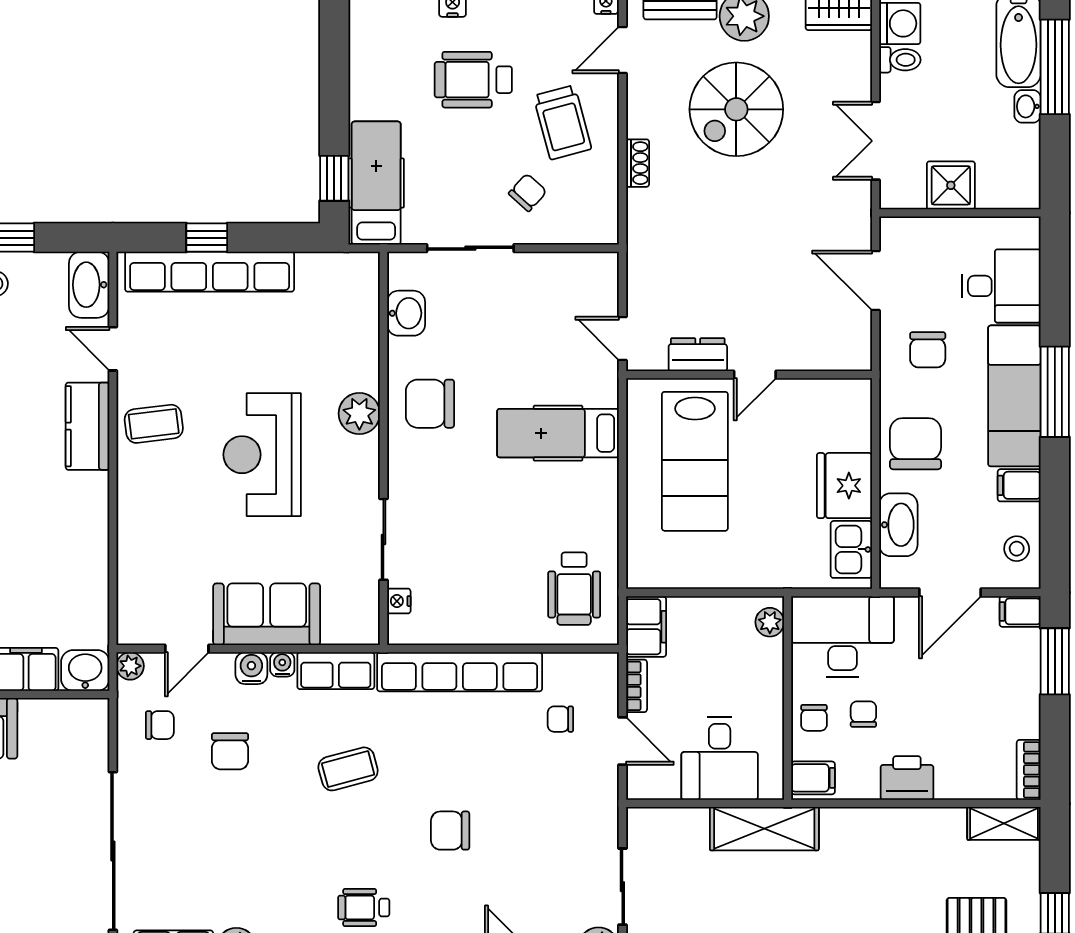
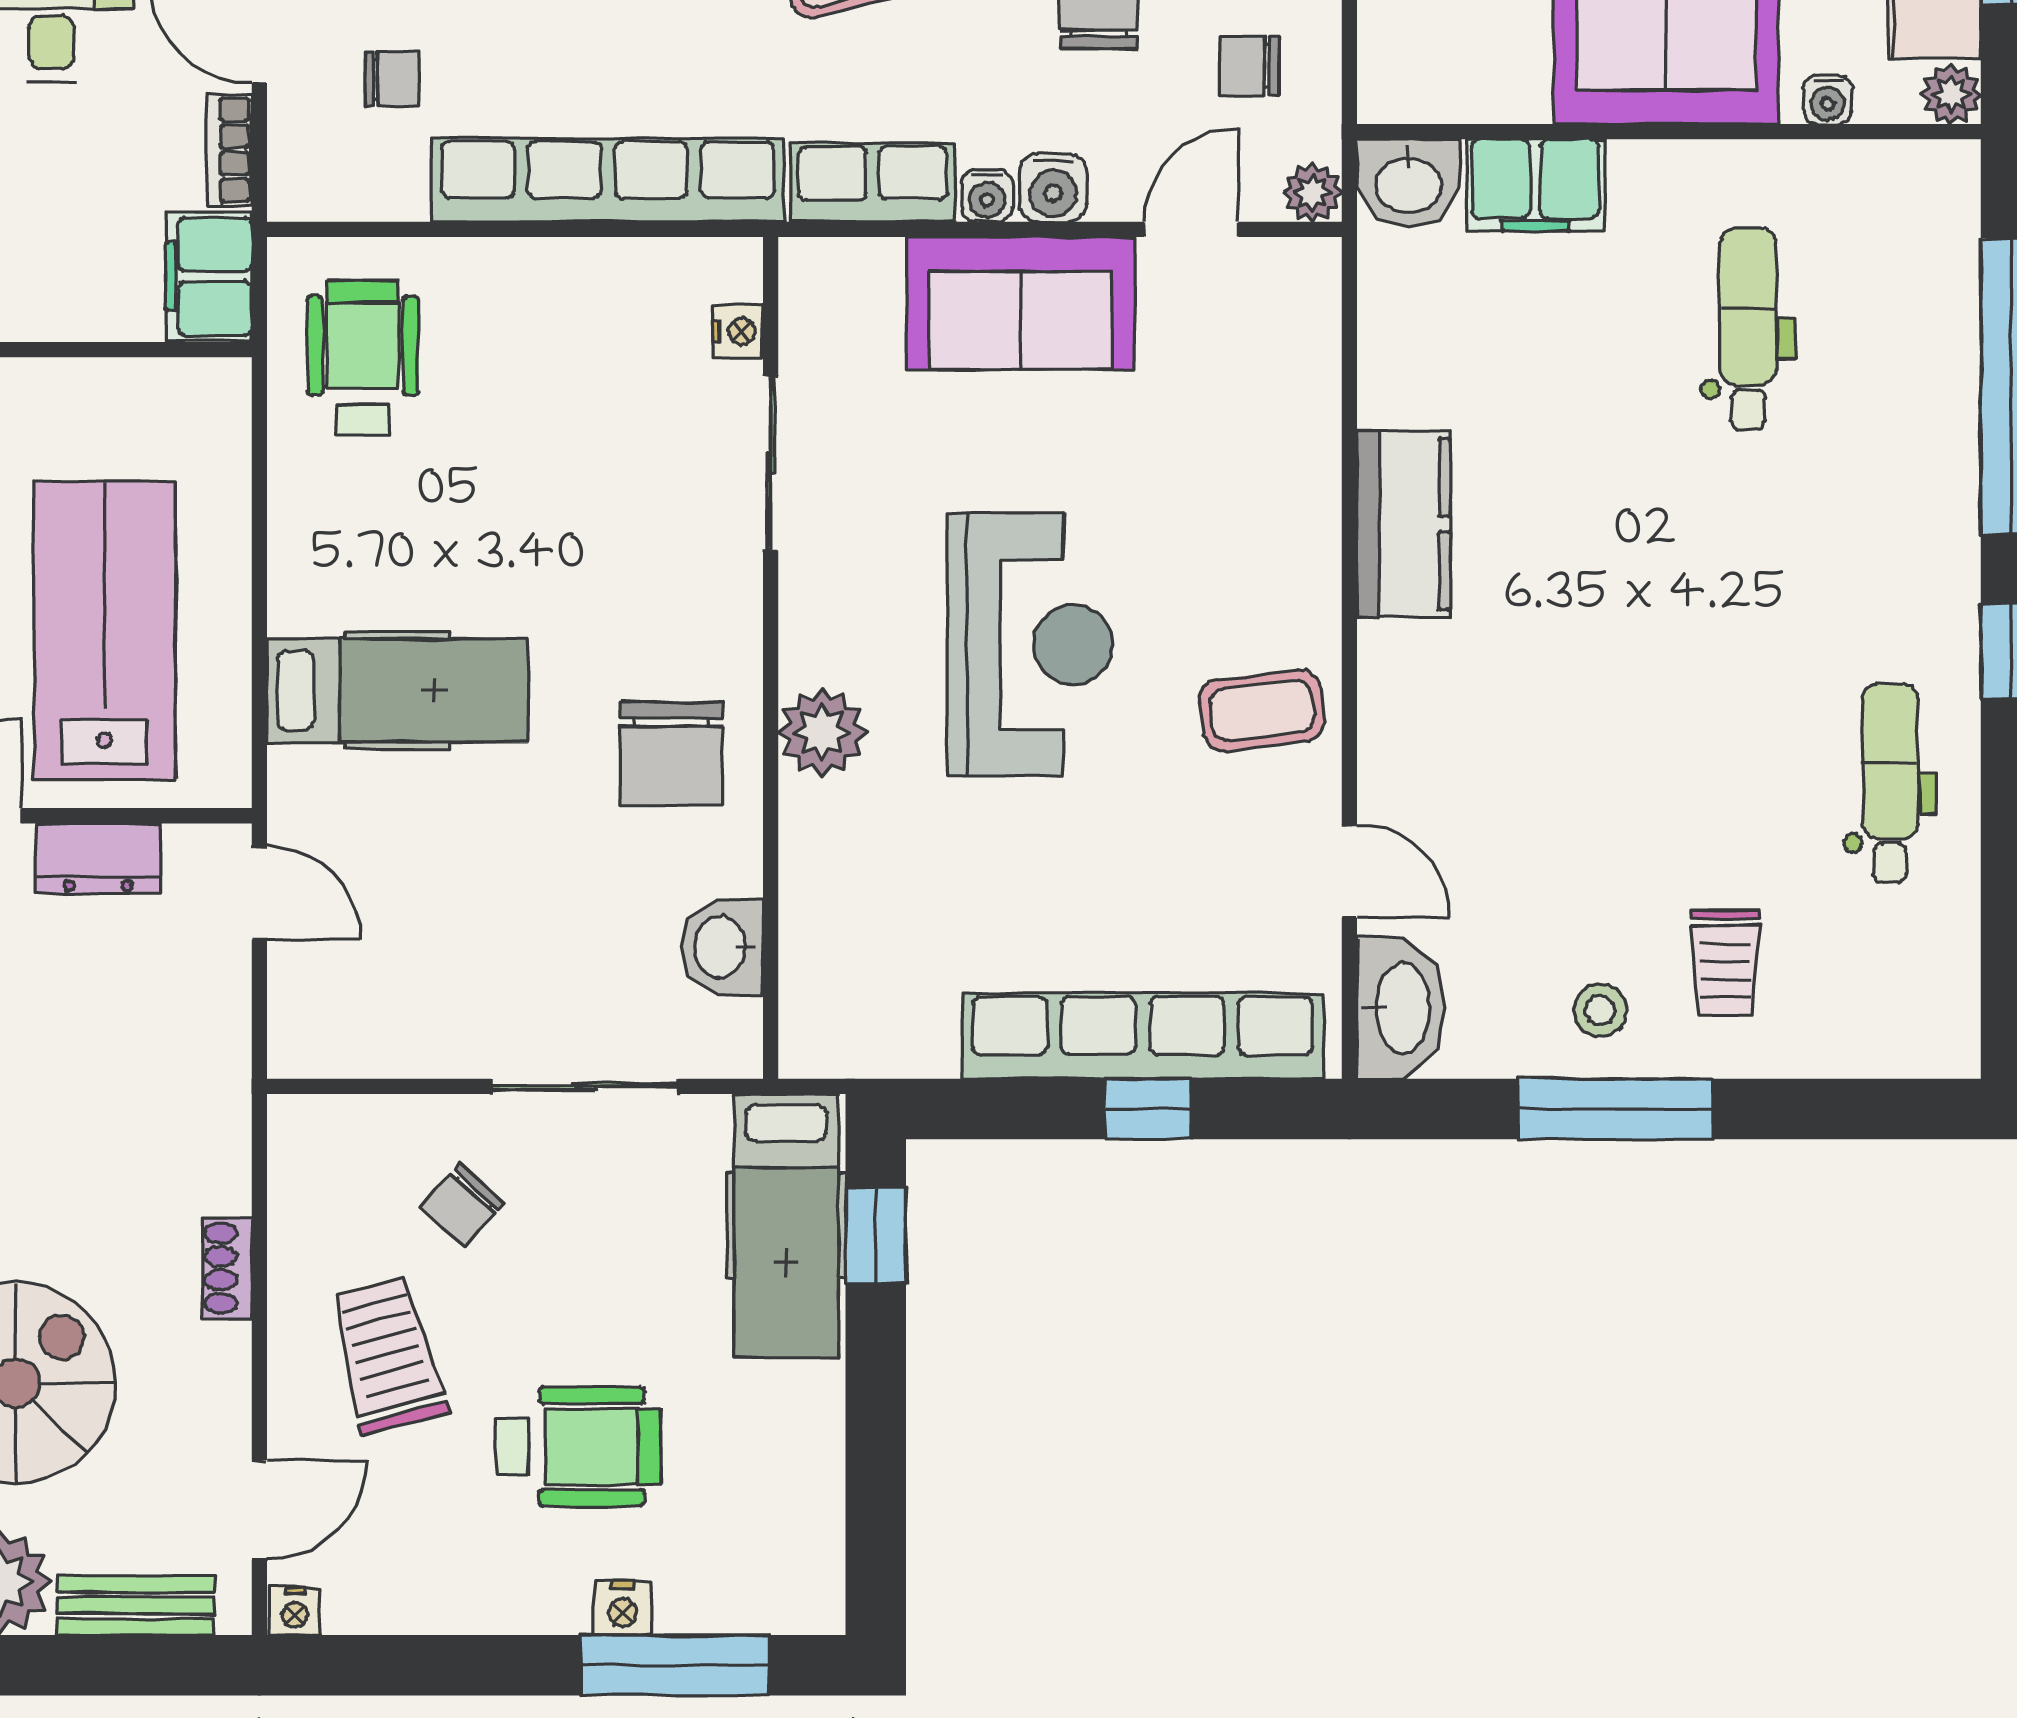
chair: (430, 404) -> (671, 754), turned 90
kitchen counter: (88, 426) -> (1404, 524), moved

